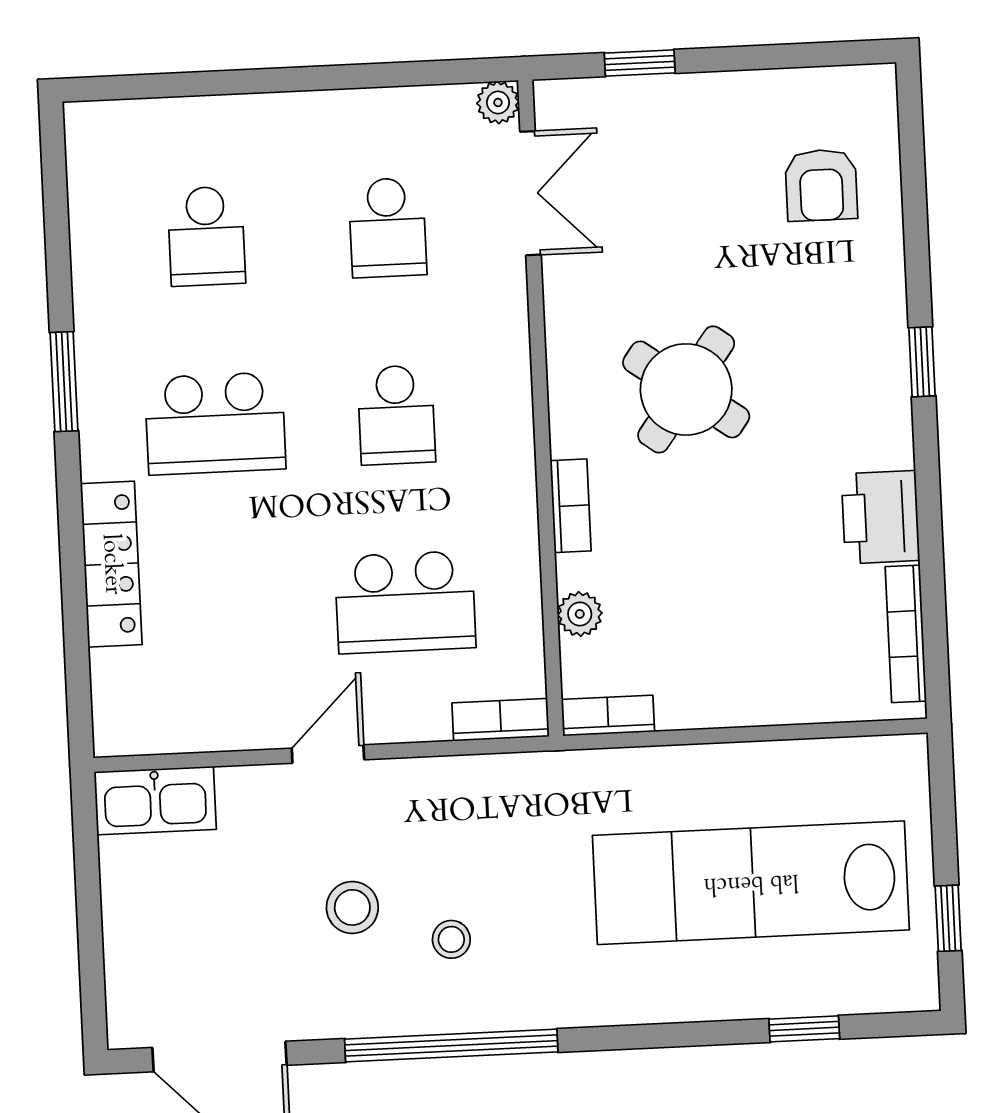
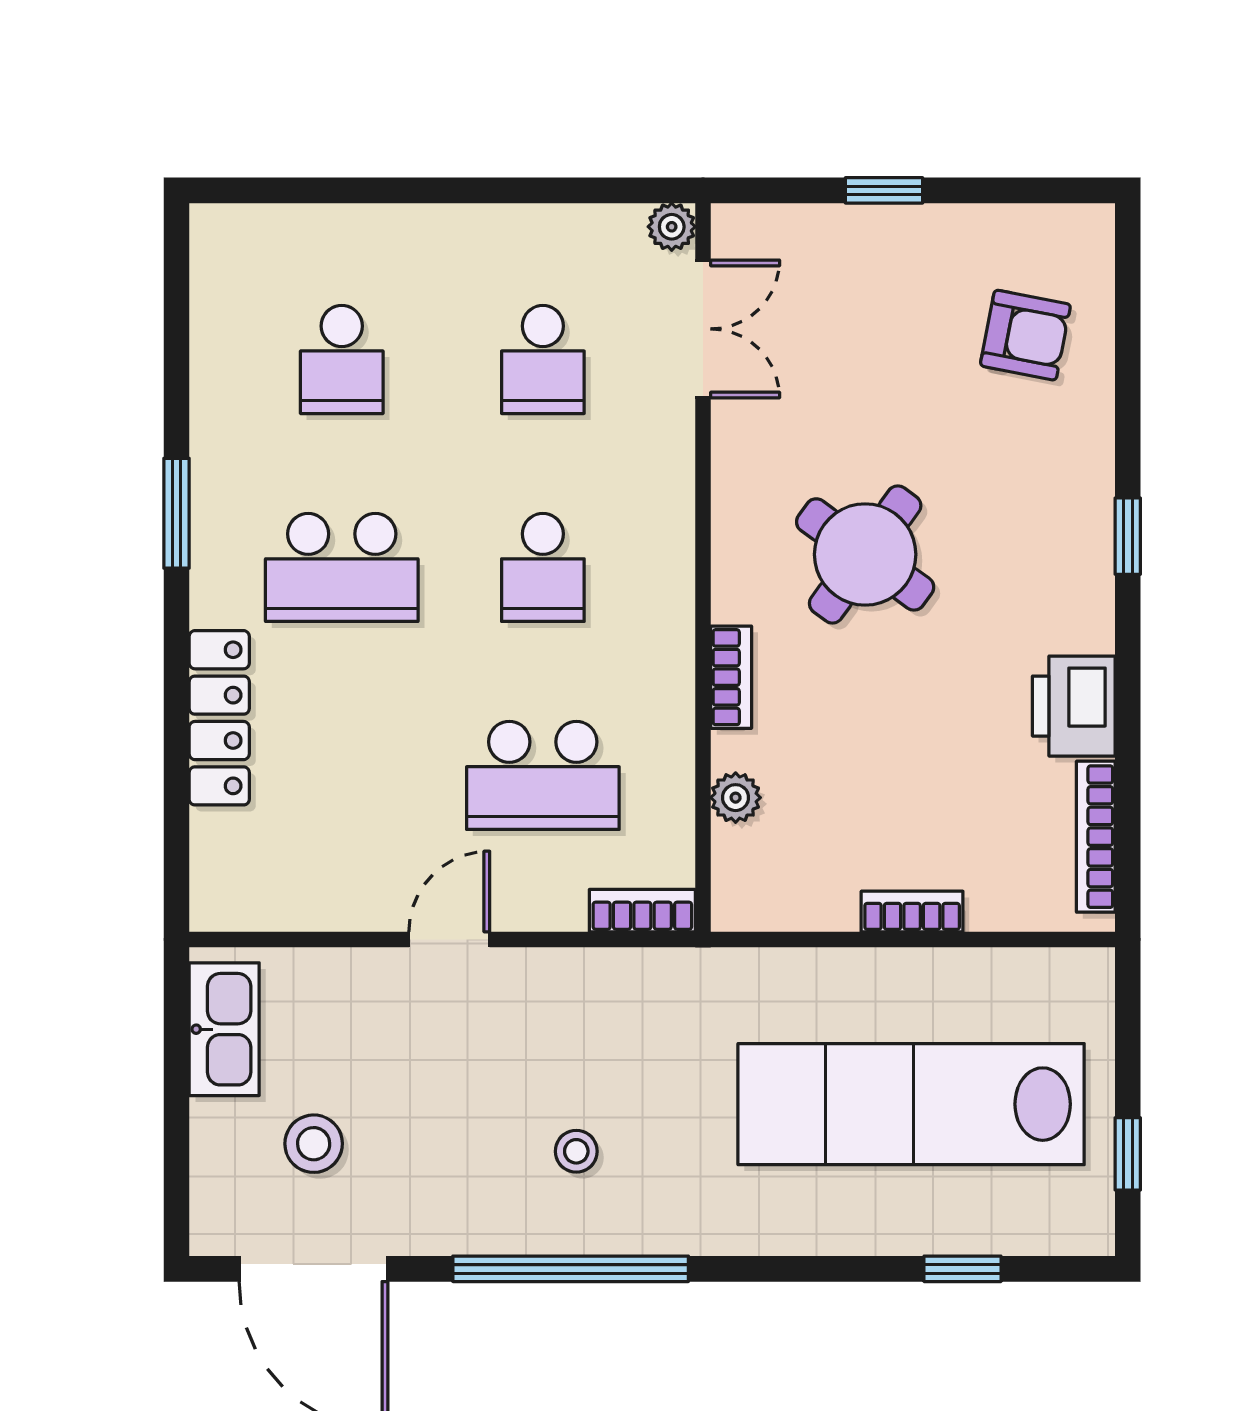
window: (640, 63) -> (884, 190), moved
armchair: (821, 185) -> (1025, 335), turned -79
bookcase: (608, 715) -> (912, 911), moved
kitchen sink: (155, 801) -> (224, 1029), moved, turned -90
stool: (352, 907) -> (314, 1144), moved

